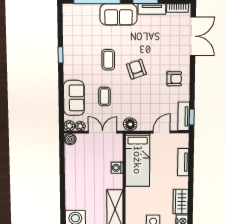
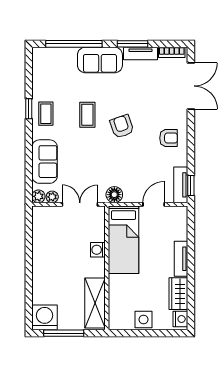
coffee table: (104, 96) -> (46, 114), moved
boiler: (70, 139) -> (39, 213), removed
tv unit: (183, 162) -> (181, 259), moved

